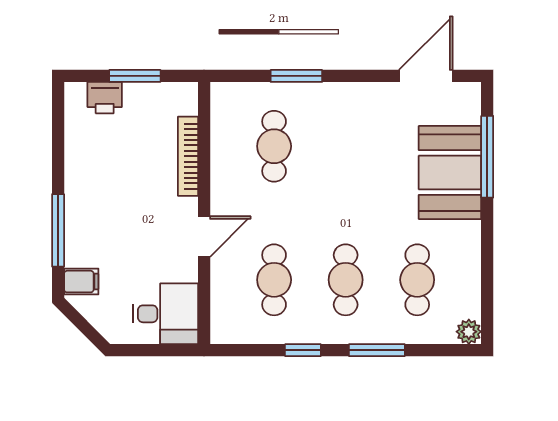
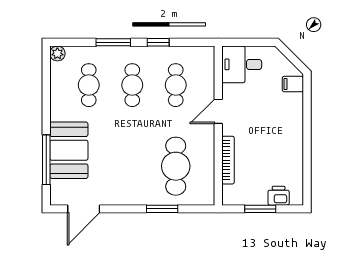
cafe table: (274, 146) -> (176, 166), width x1.37, depth x1.35
window: (58, 230) -> (307, 115), removed

